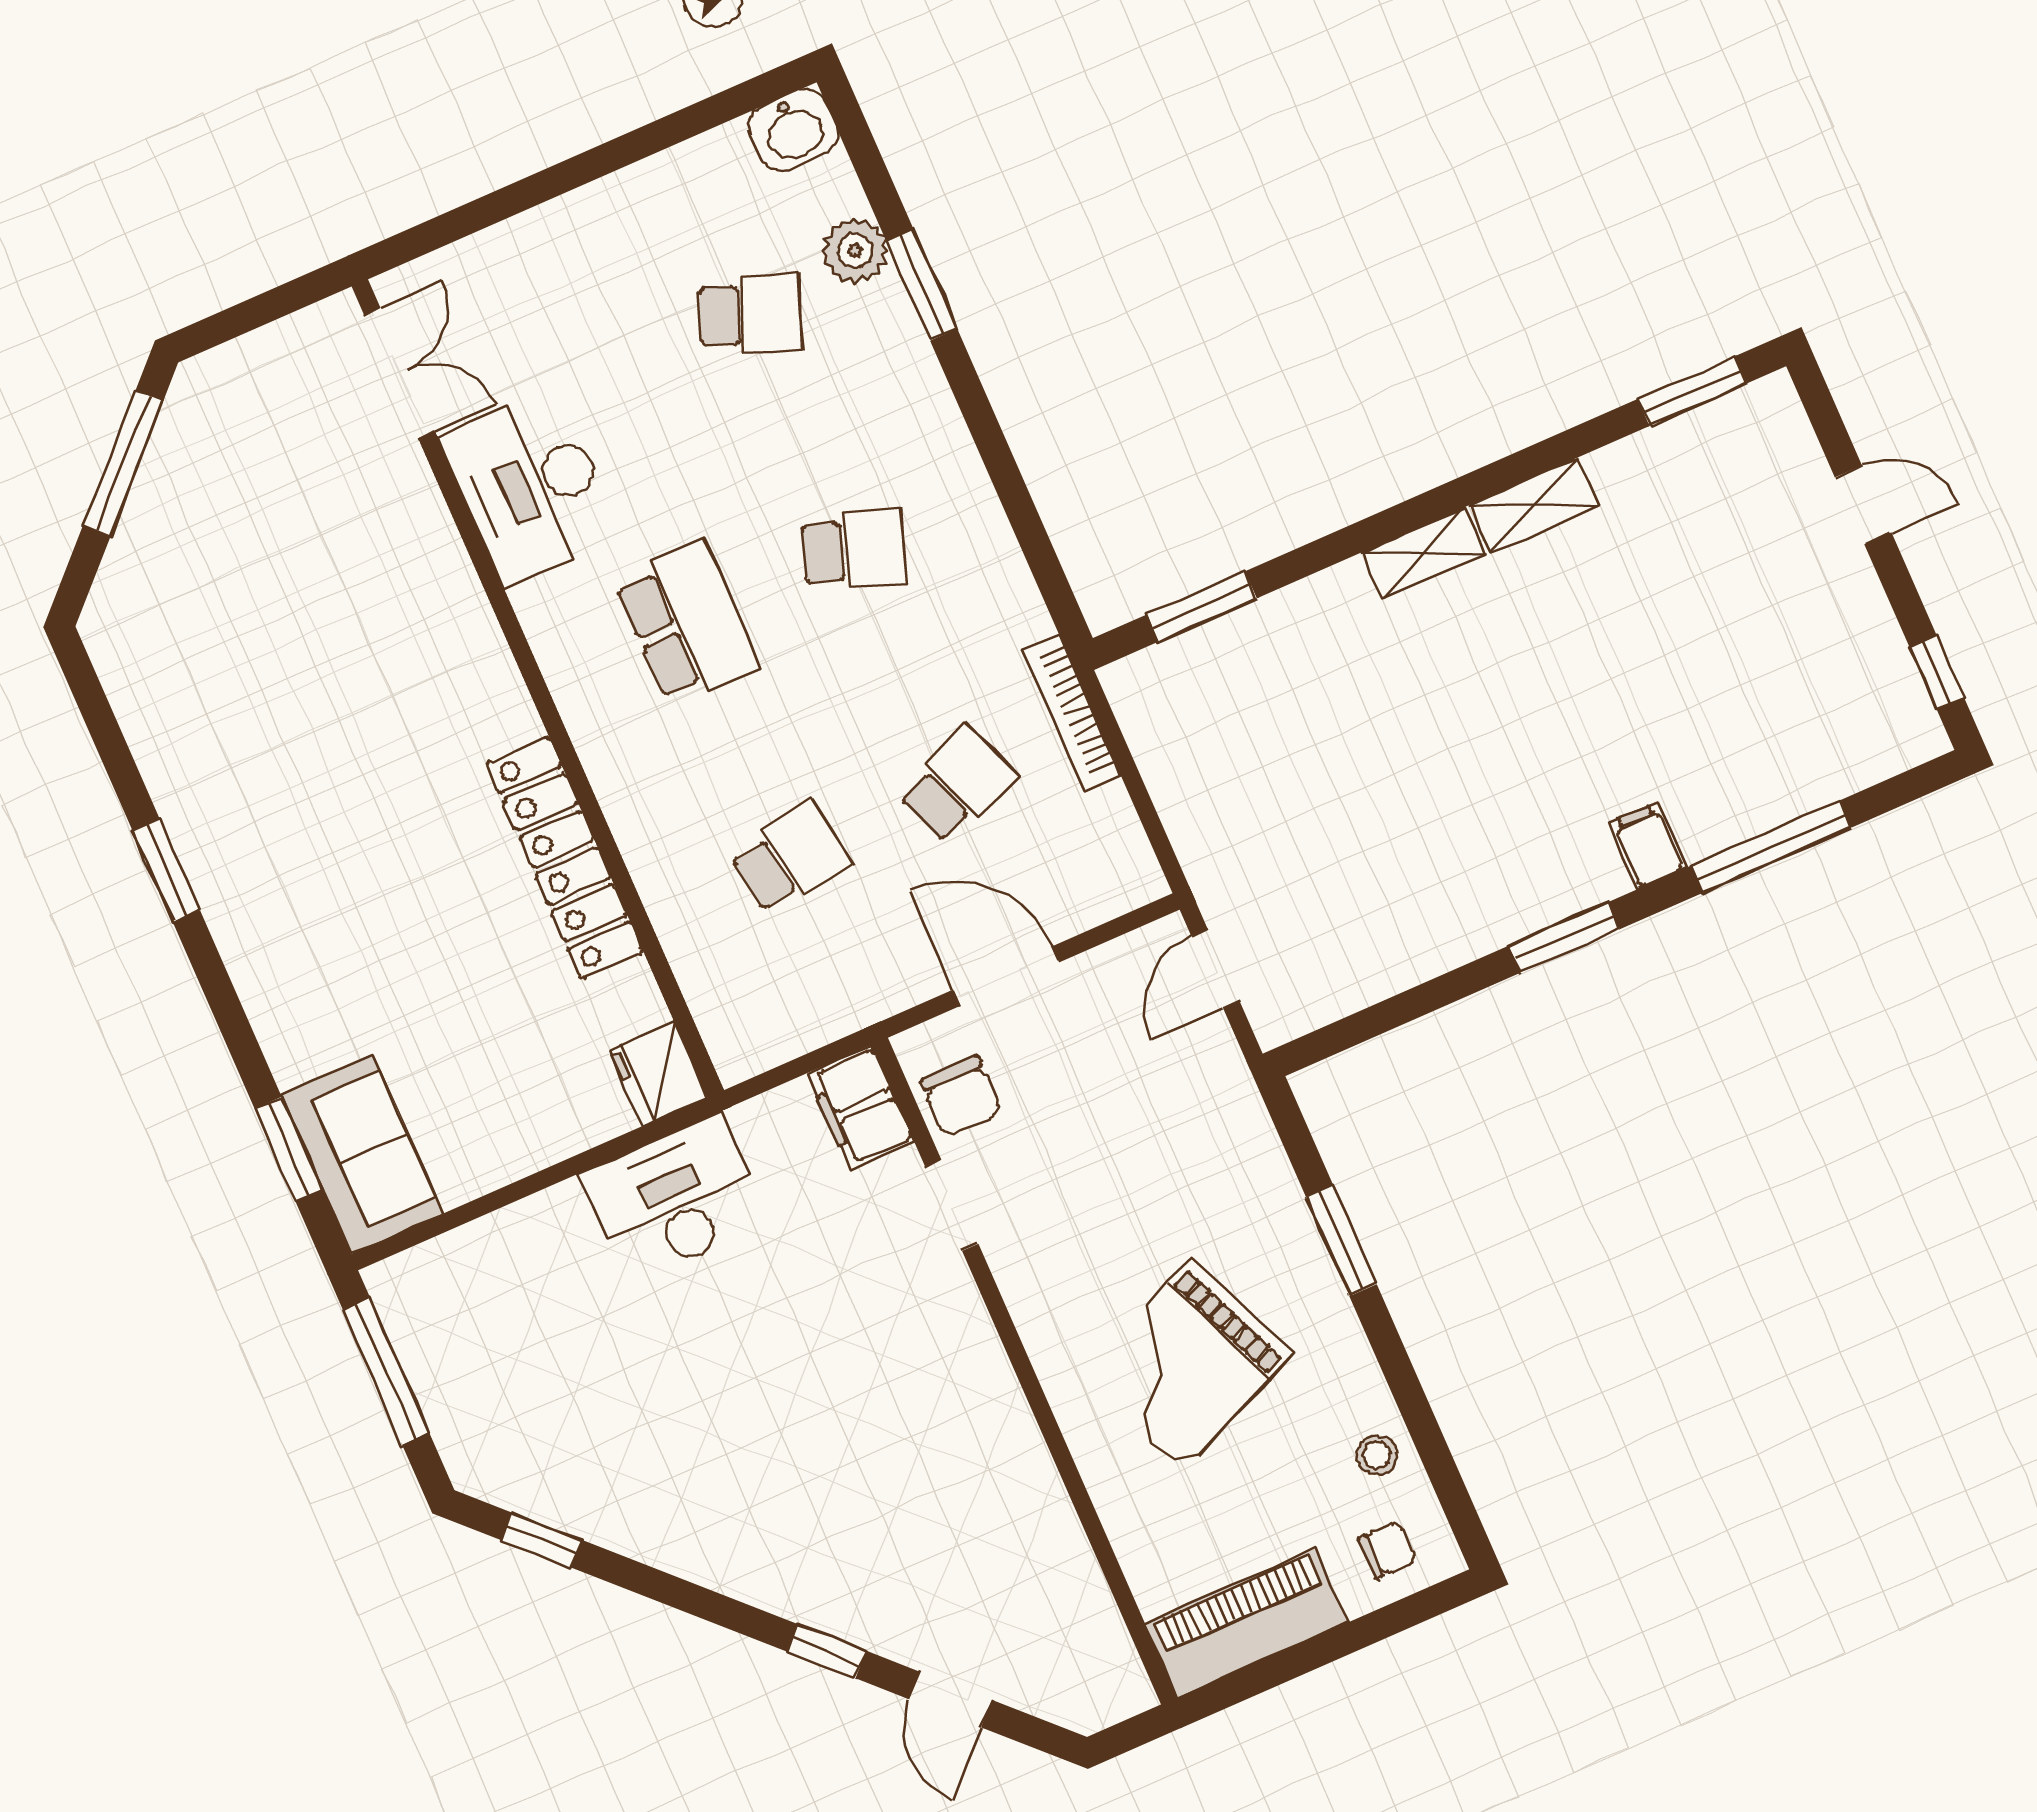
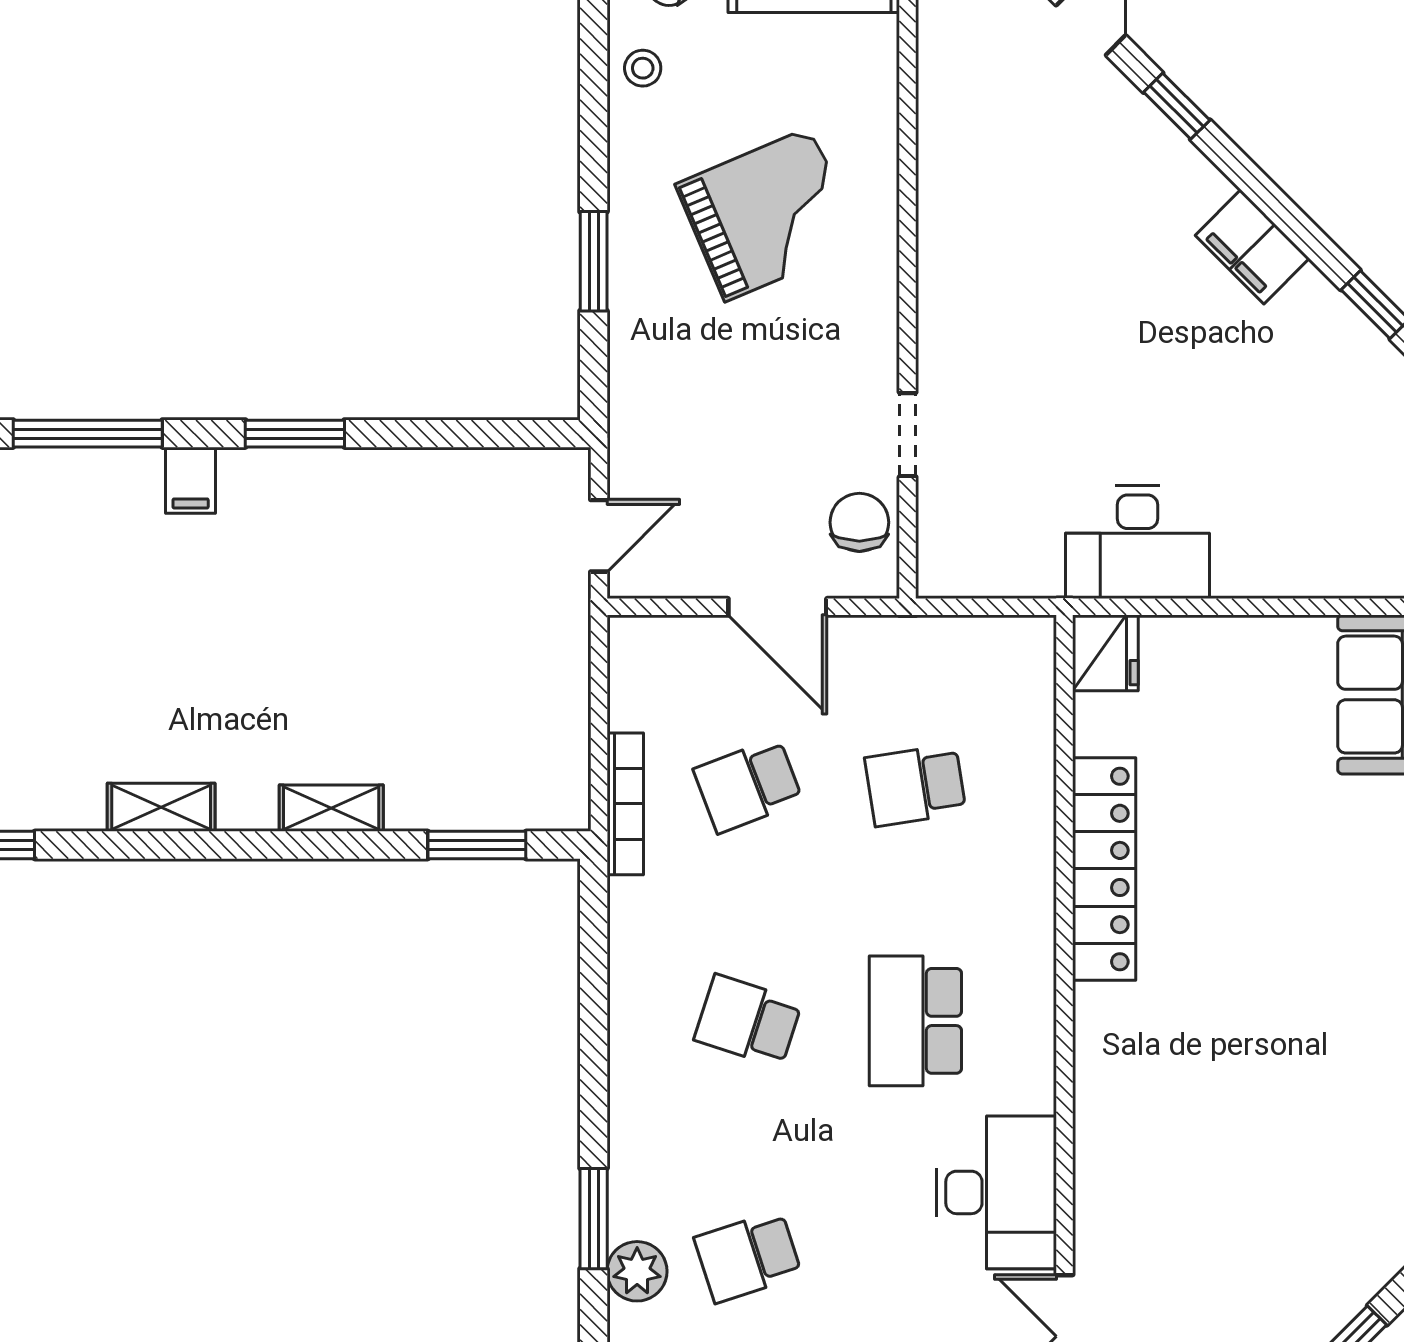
school desk: (751, 314) -> (748, 1257), turned -39
shelving: (1424, 553) -> (331, 808), moved
filing cabinet: (861, 1108) -> (1252, 247), moved, turned 135

